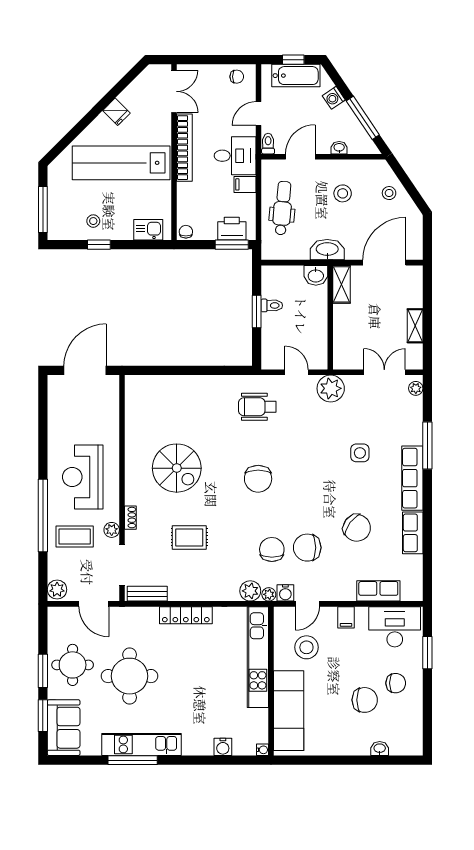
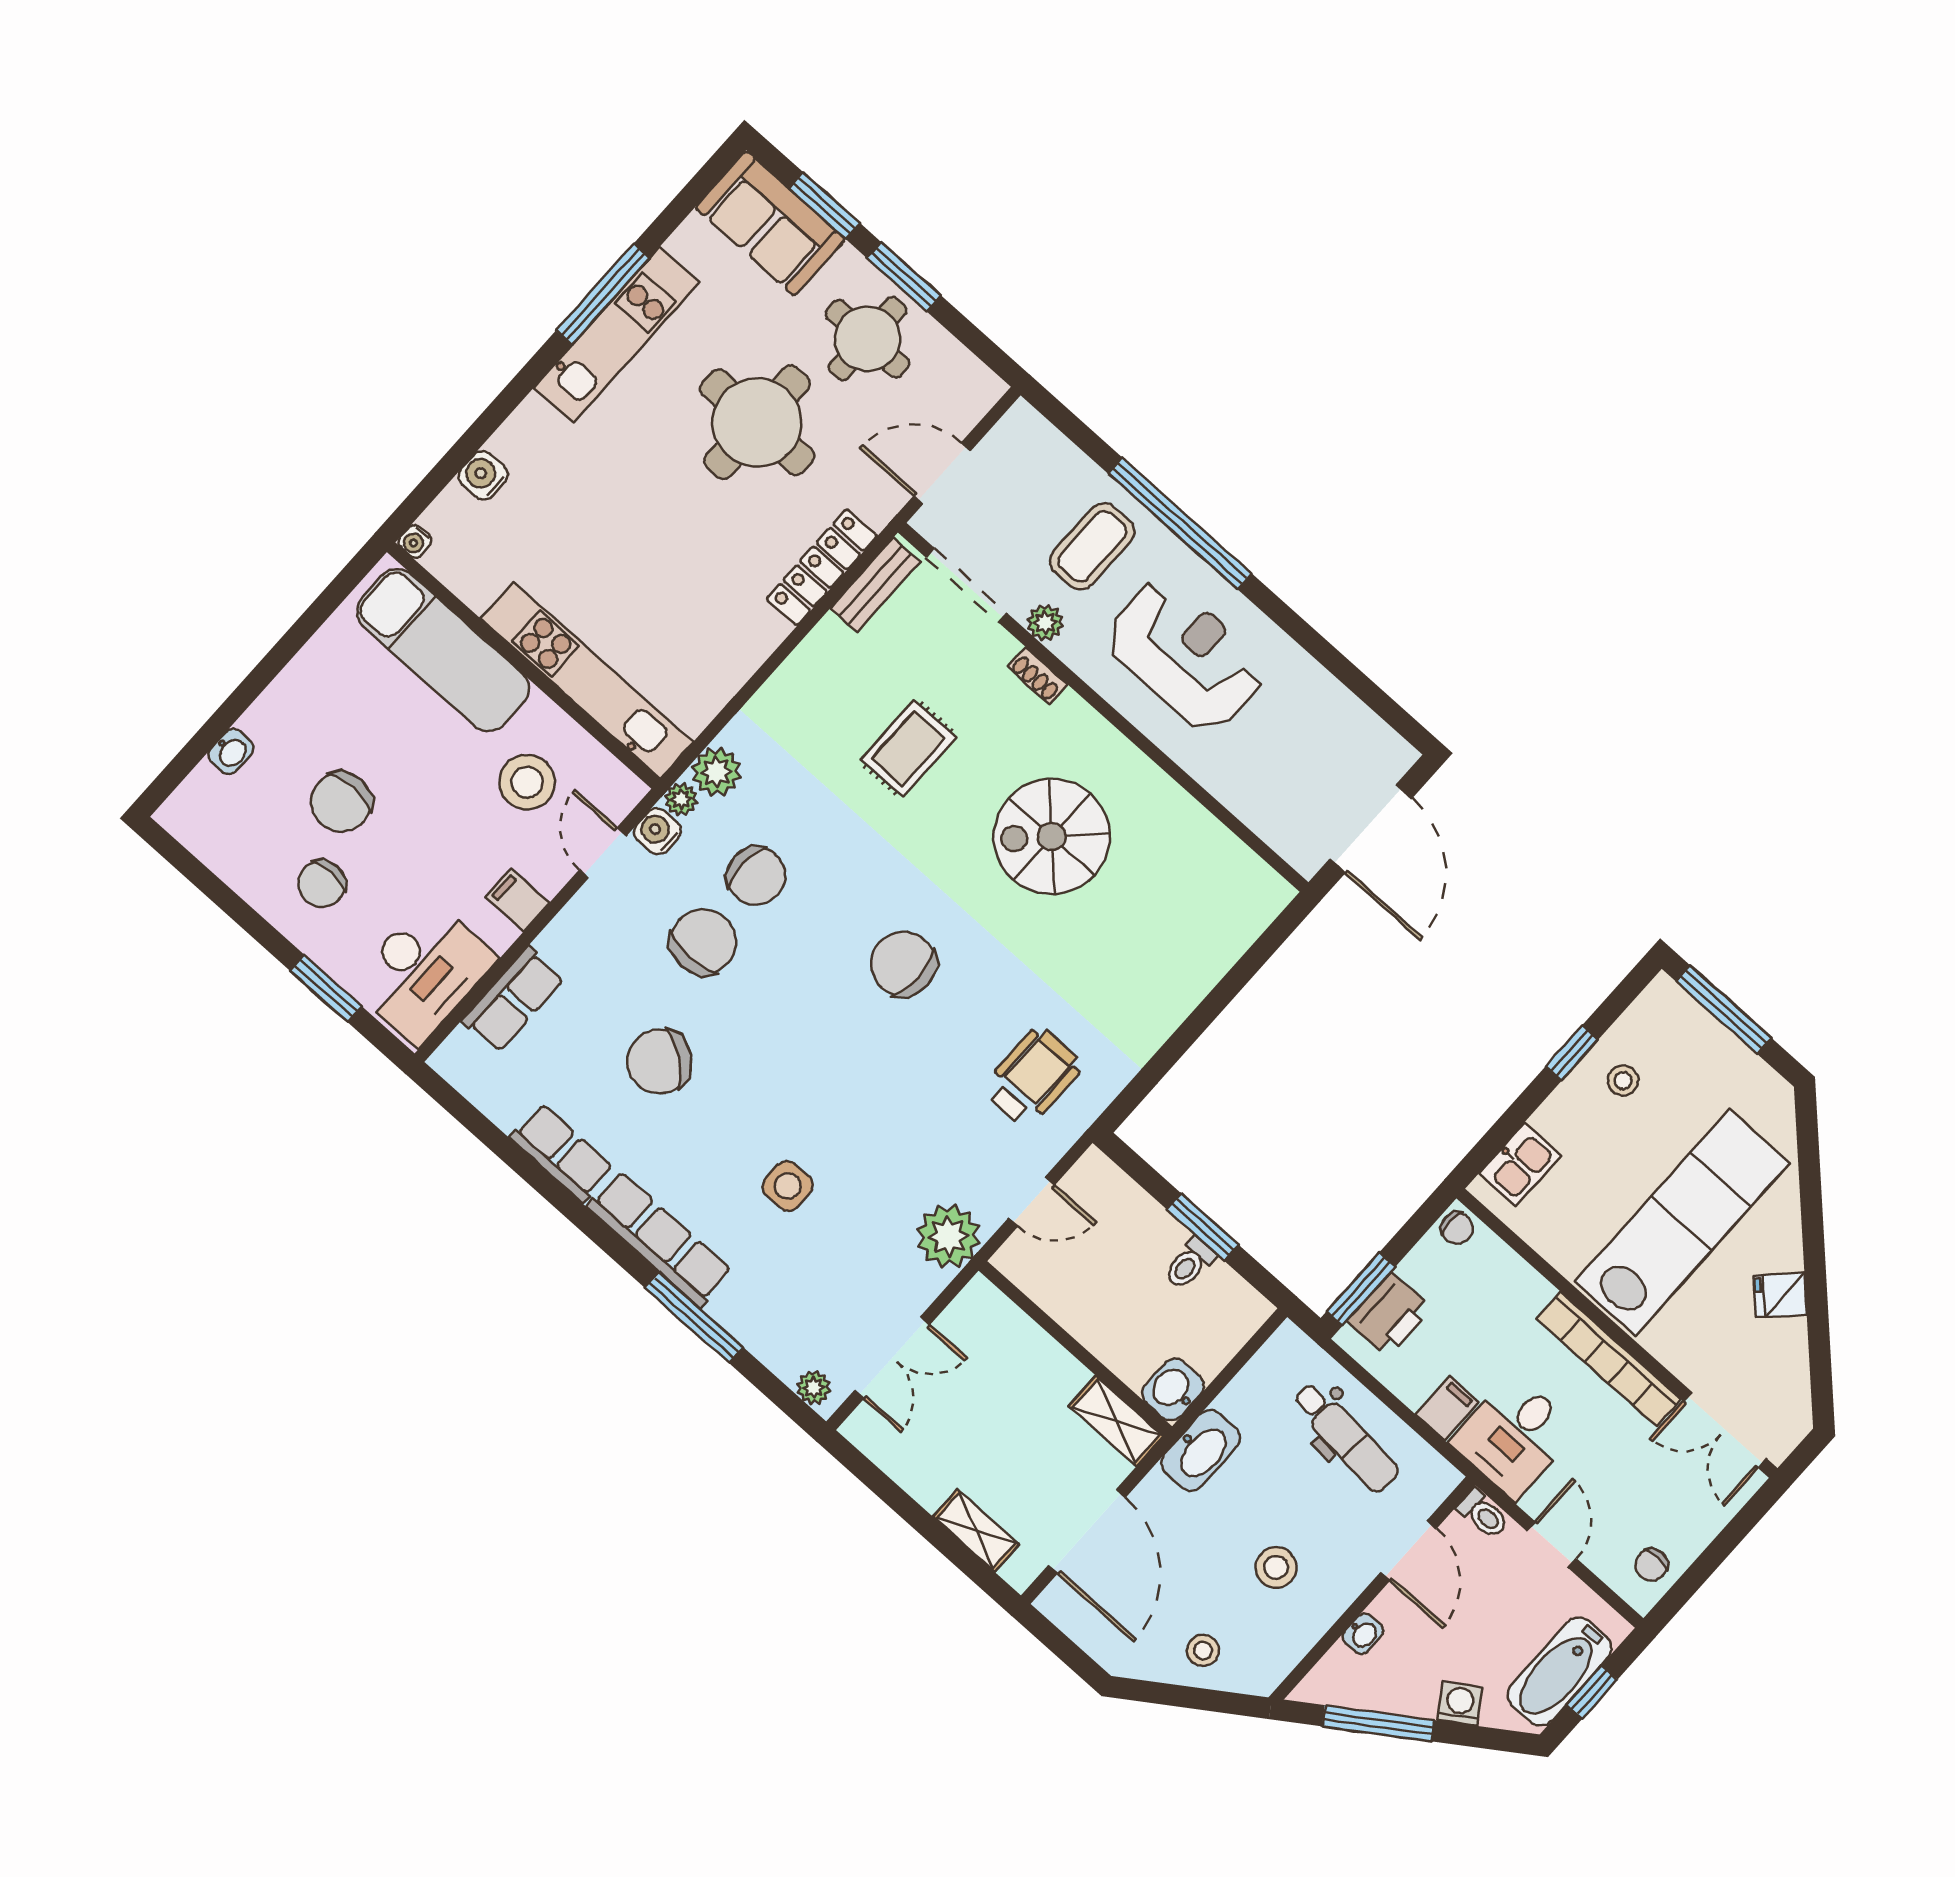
shelving: (415, 326) -> (976, 1531), moved
plant: (57, 590) -> (1026, 431), removed
locker: (186, 615) -> (822, 567), moved

